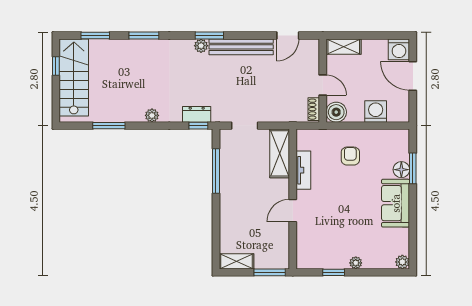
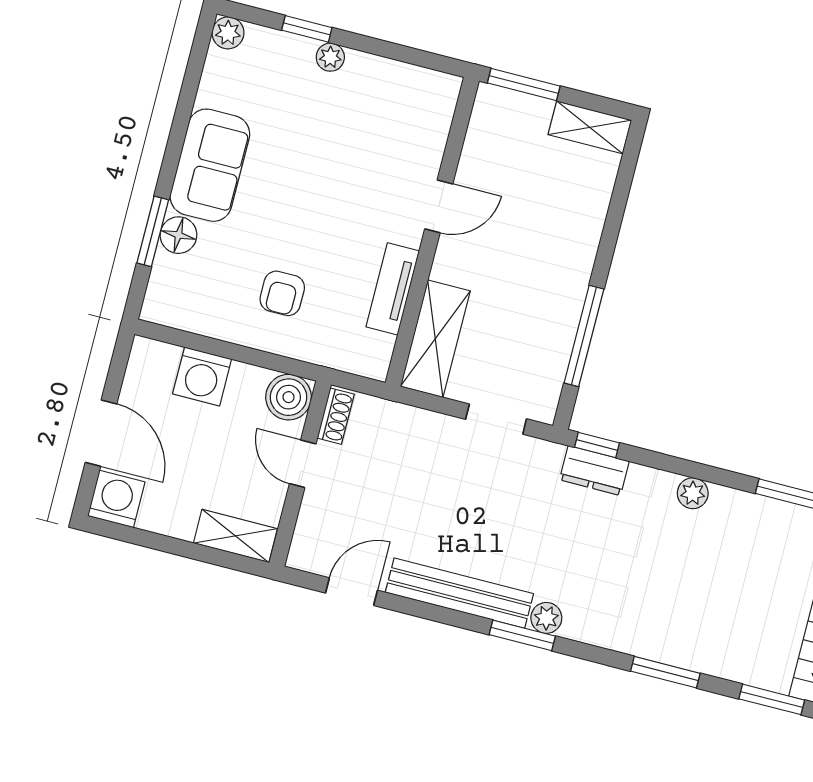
window: (334, 272) -> (307, 29), moved

